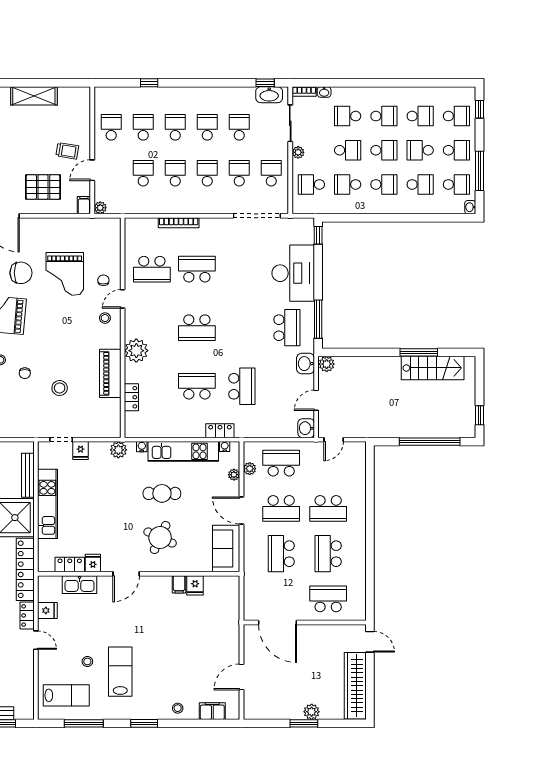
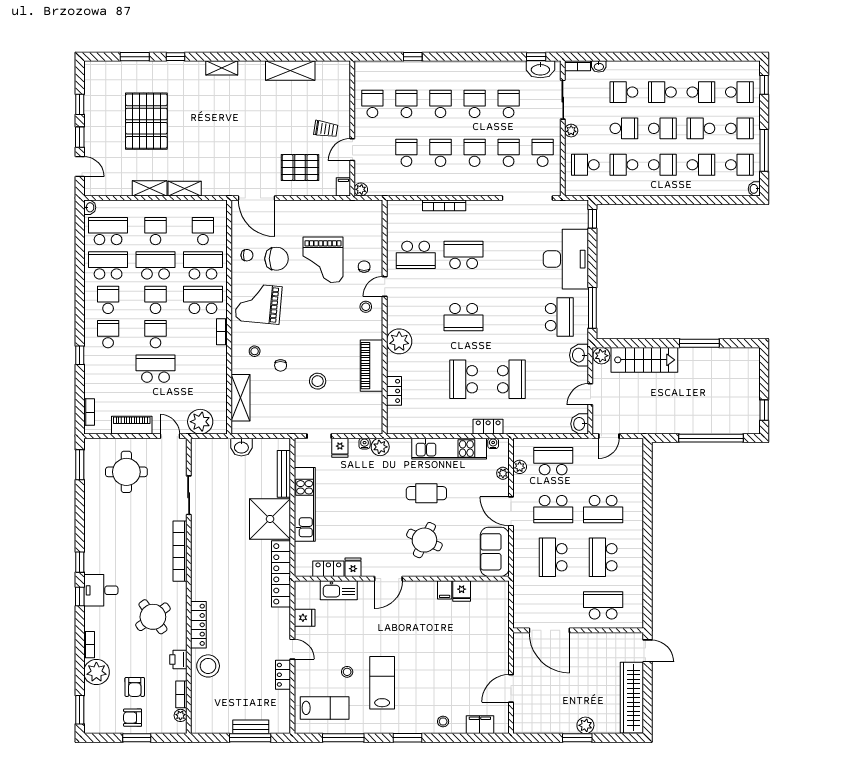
school desk: (384, 116) -> (662, 92), turned 180
stairs: (433, 368) -> (644, 360), moved
school desk: (197, 386) -> (464, 379), turned -90
water cooler: (142, 447) -> (365, 444), moved
locker: (27, 615) -> (283, 675), moved

